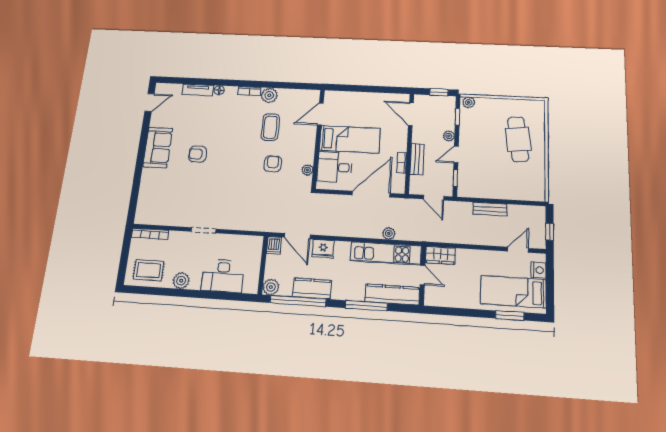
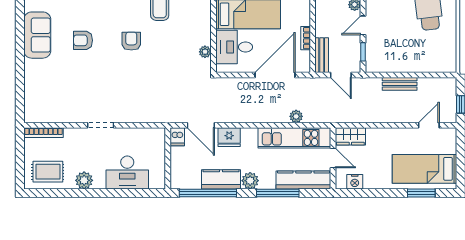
bench: (417, 159) -> (322, 55), moved
armchair: (273, 164) -> (131, 41), moved
nightstand: (539, 270) -> (355, 182), moved, turned 90
plant: (271, 287) -> (250, 181), moved

